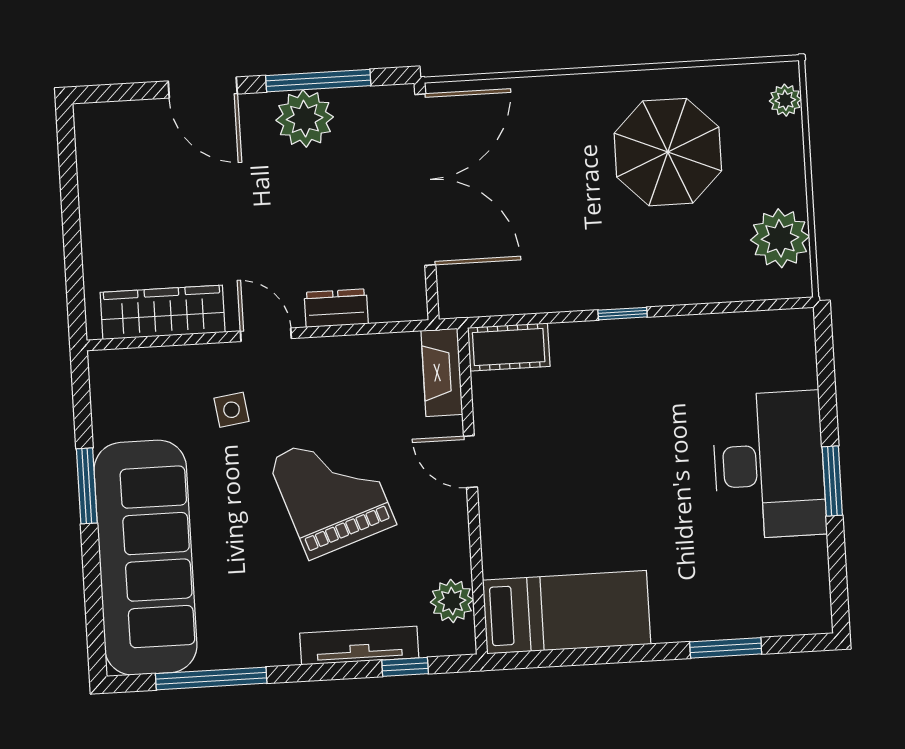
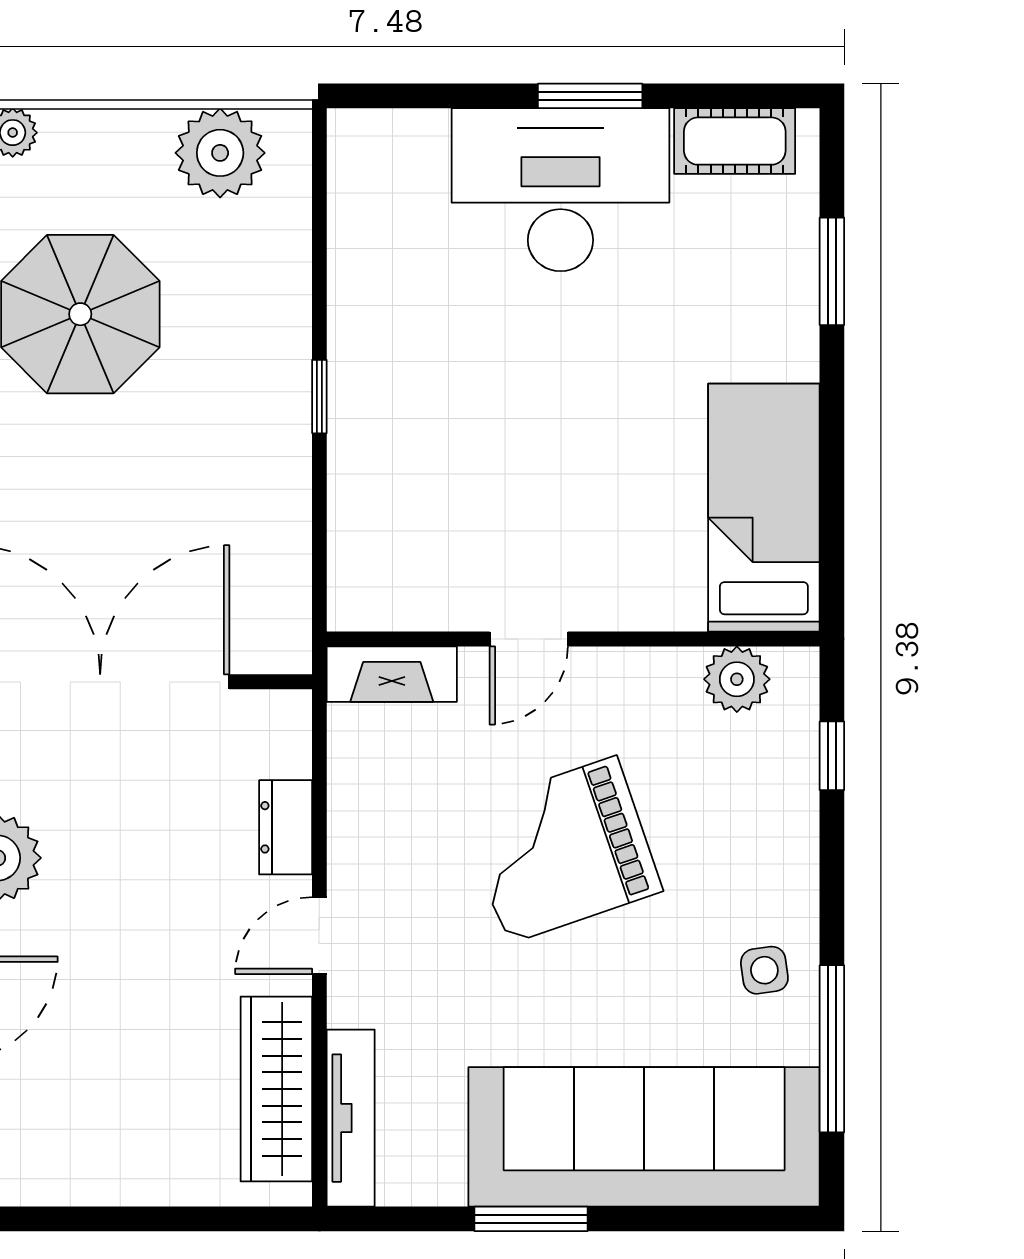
cot: (509, 347) -> (735, 141), moved, turned 90
side table: (232, 410) -> (764, 970), moved
tv unit: (359, 646) -> (351, 1118), moved, turned 180

